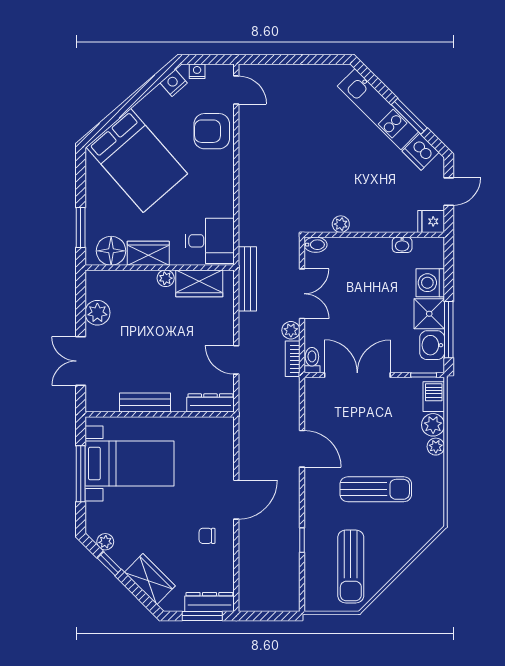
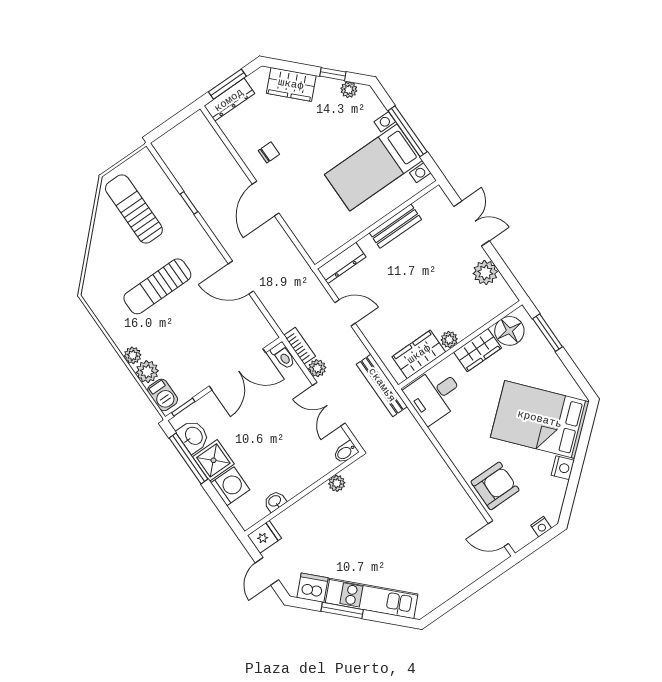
nightstand: (174, 83) -> (563, 468), moved

